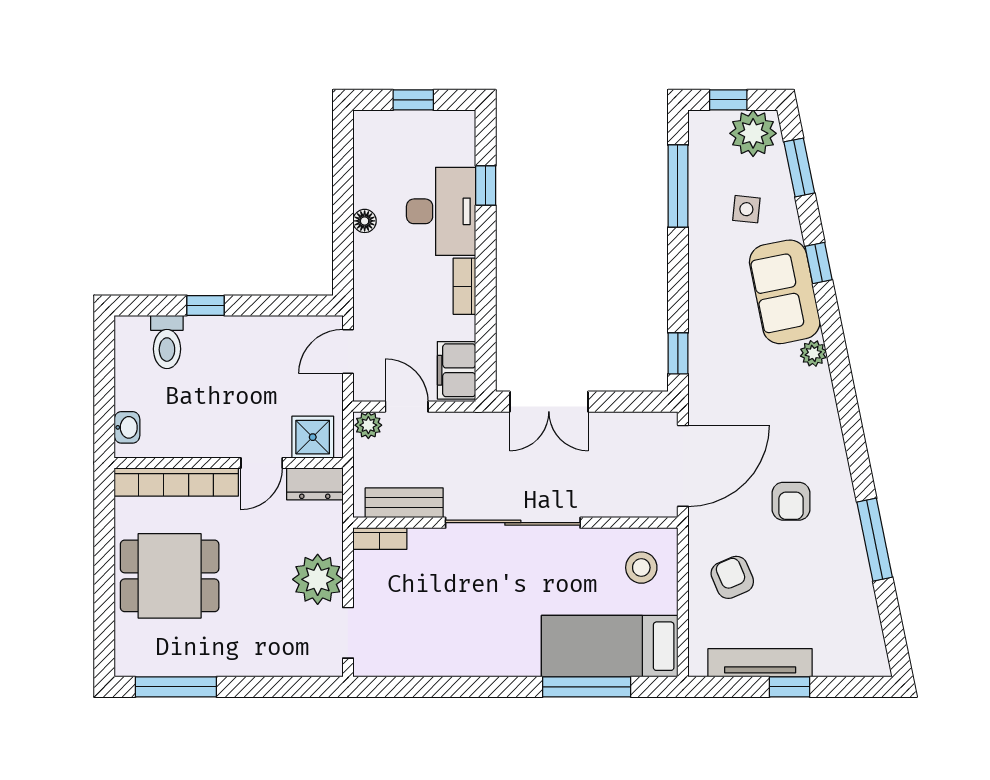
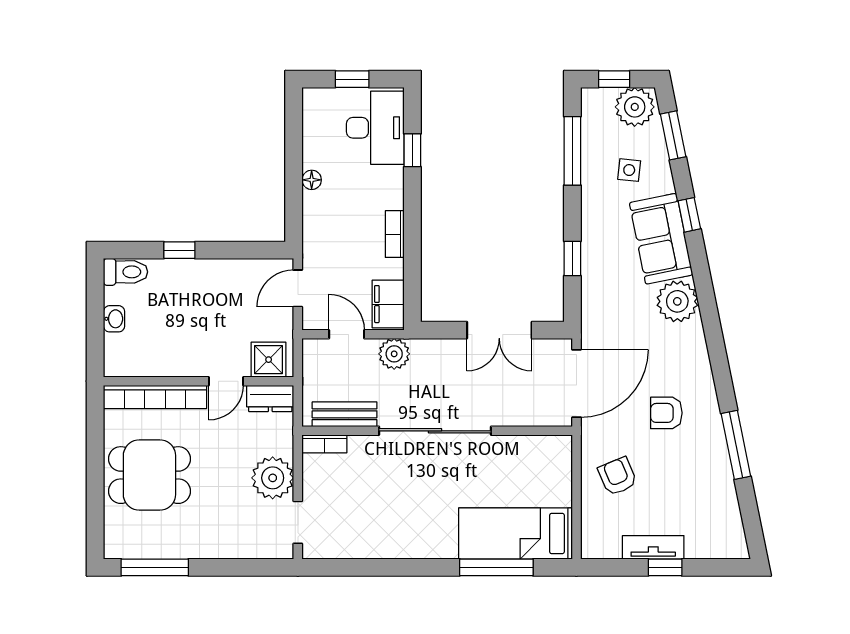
desk: (441, 211) -> (375, 128), moved
toilet: (167, 342) -> (126, 272), moved, turned -90
window: (678, 353) -> (572, 259), moved
plant: (813, 353) -> (677, 301), width x1.87, depth x1.87
double door: (549, 402) -> (499, 330), moved
plant: (368, 425) -> (394, 354), moved, width x1.38, depth x1.38
washbasin: (127, 427) -> (114, 319), moved
armchair: (791, 501) -> (666, 413), turned 90
stool: (641, 568) -> (542, 468), removed
tv unit: (760, 663) -> (653, 547), width x0.71

